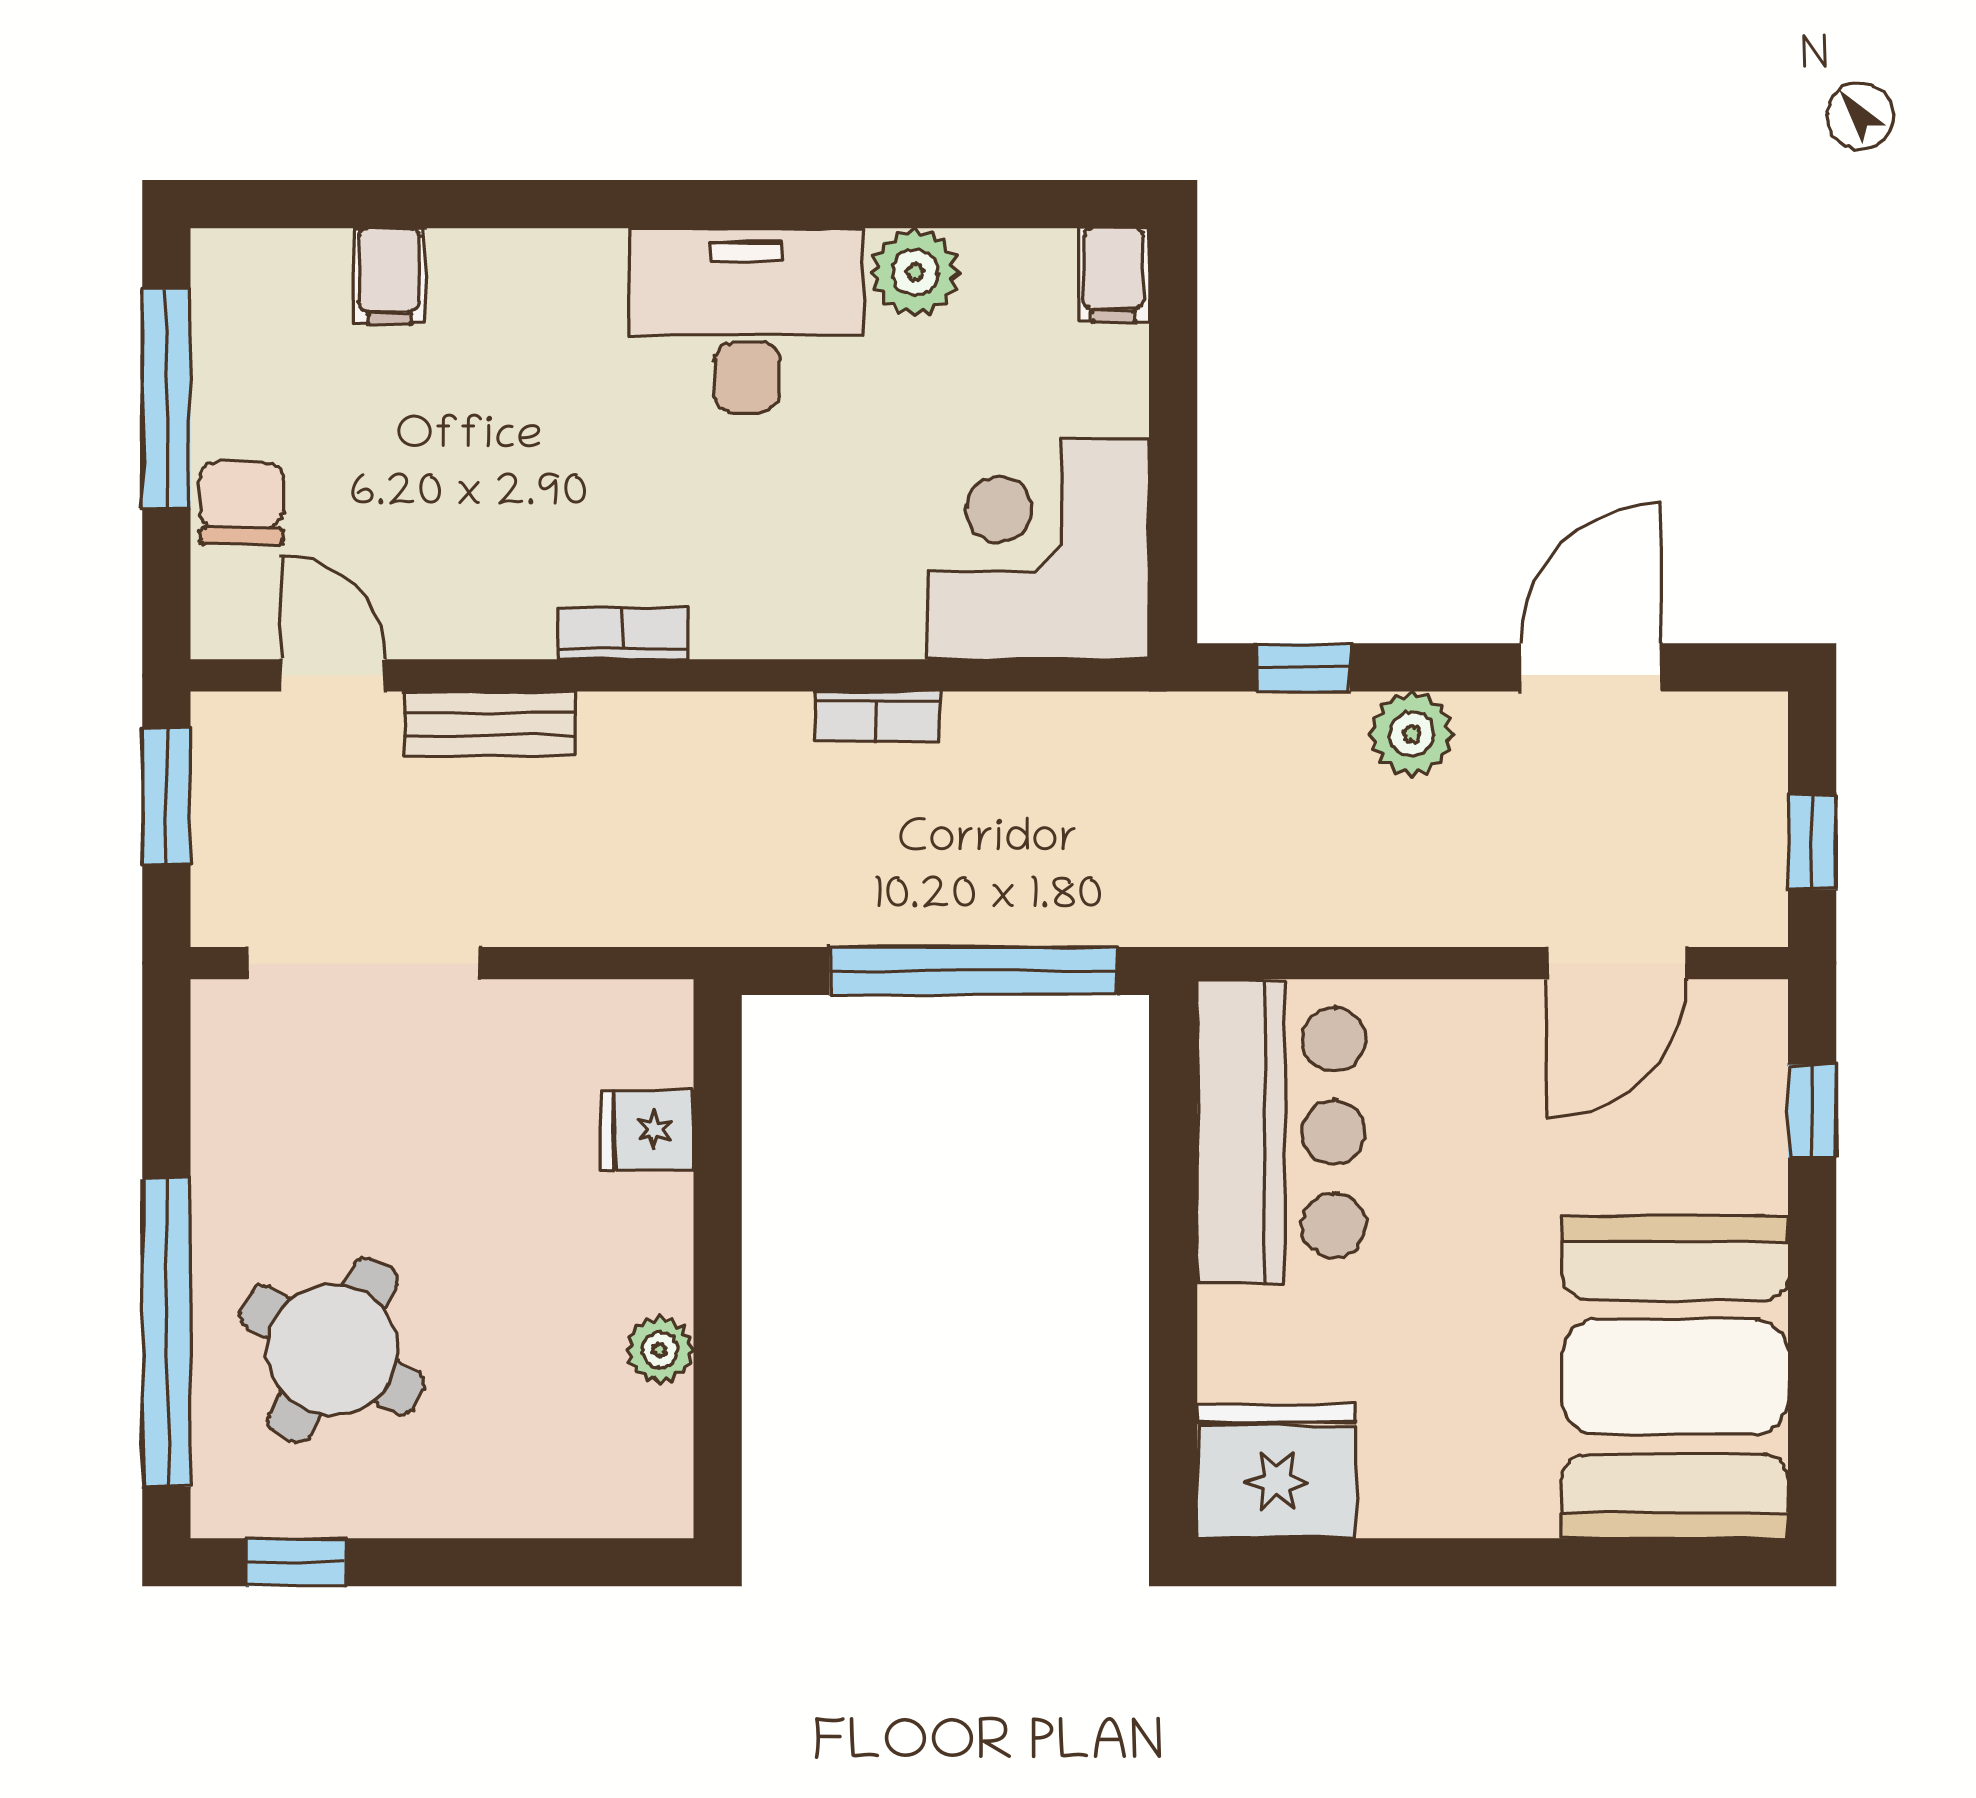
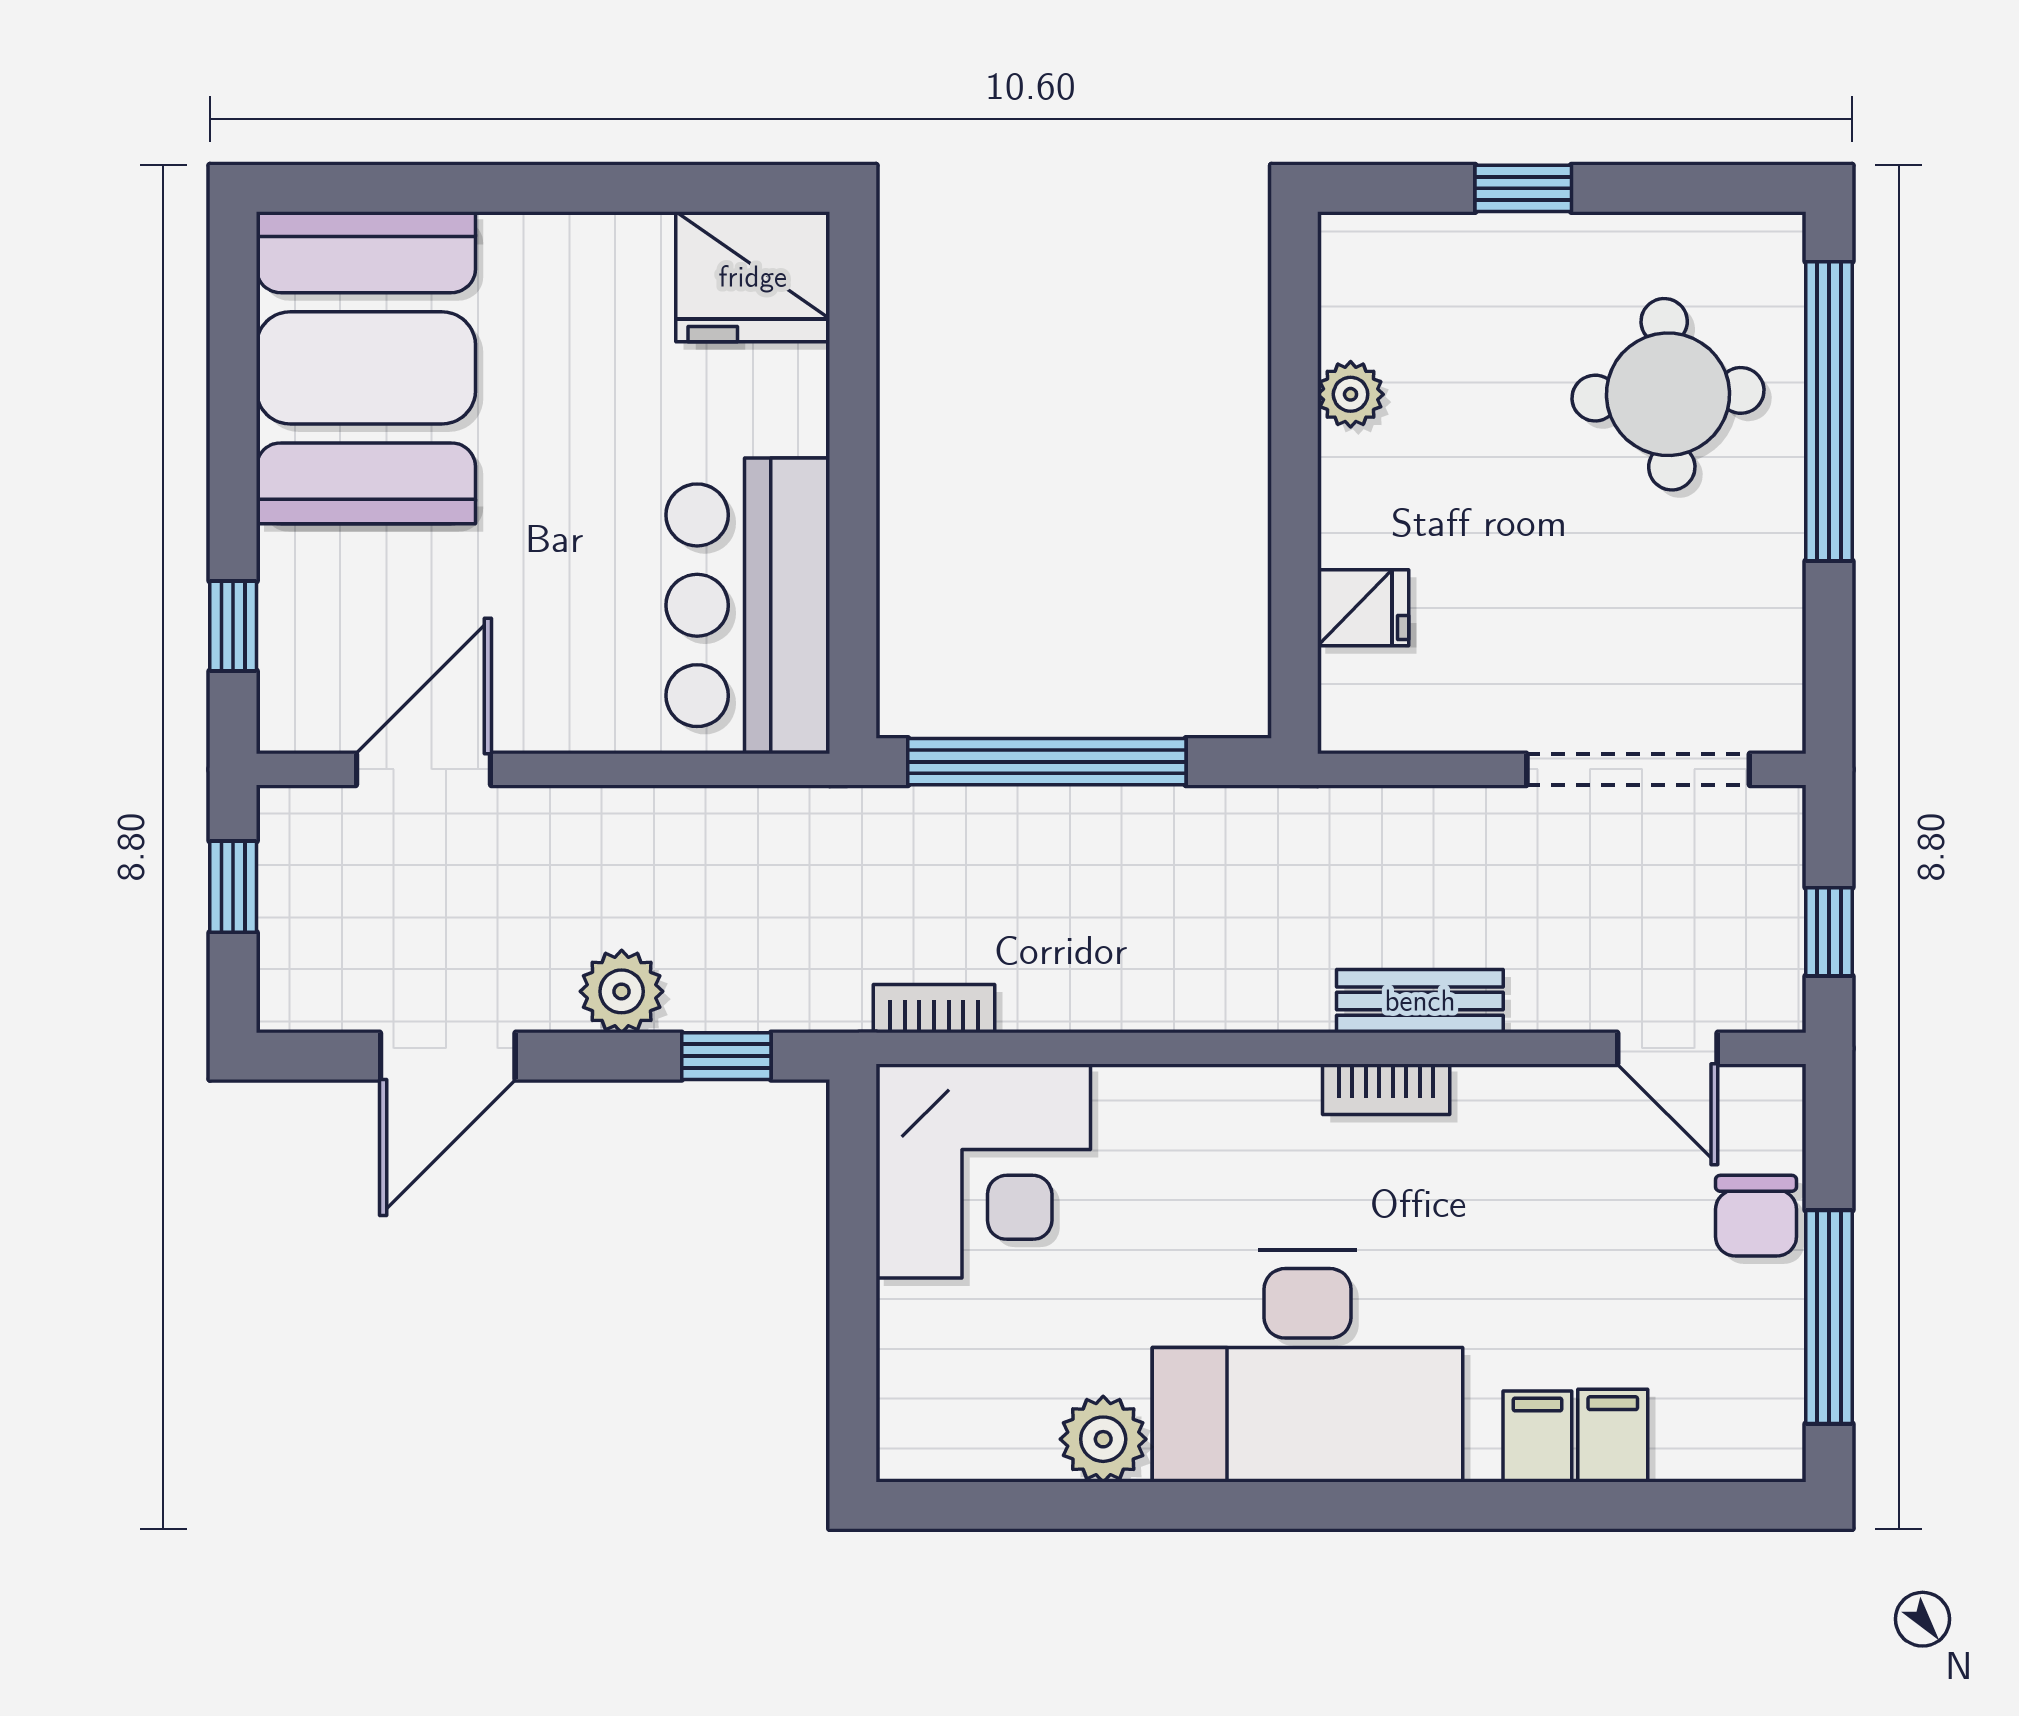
filing cabinet: (1114, 275) -> (1537, 1436), moved
desk: (747, 320) -> (1307, 1366), width x1.36, depth x1.30
bookcase: (877, 716) -> (934, 1009), moved
bench: (489, 724) -> (1420, 1001), moved
window: (166, 796) -> (1829, 932), width x0.67
round table: (332, 1350) -> (1668, 394), turned -33
window: (296, 1562) -> (1523, 188), moved

